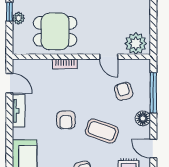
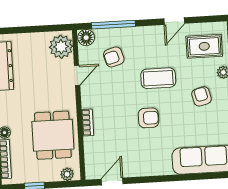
plant: (18, 18) -> (67, 174), moved
tv unit: (19, 111) -> (142, 170), removed
floor lamp: (143, 118) -> (86, 38), moved
coffee table: (102, 131) -> (158, 78), turned 71

